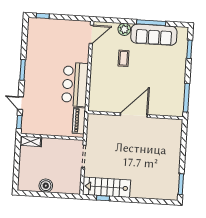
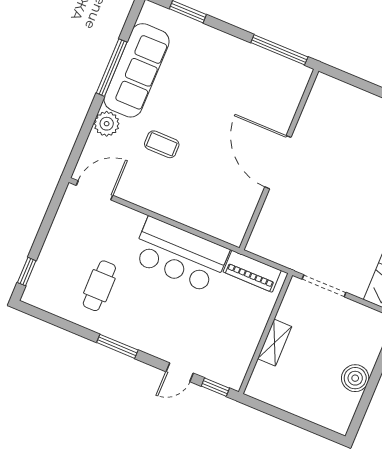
door: (91, 34) -> (95, 190), hinge flipped
cafe table: (48, 52) -> (99, 286), added
shelving: (31, 141) -> (275, 343), moved

